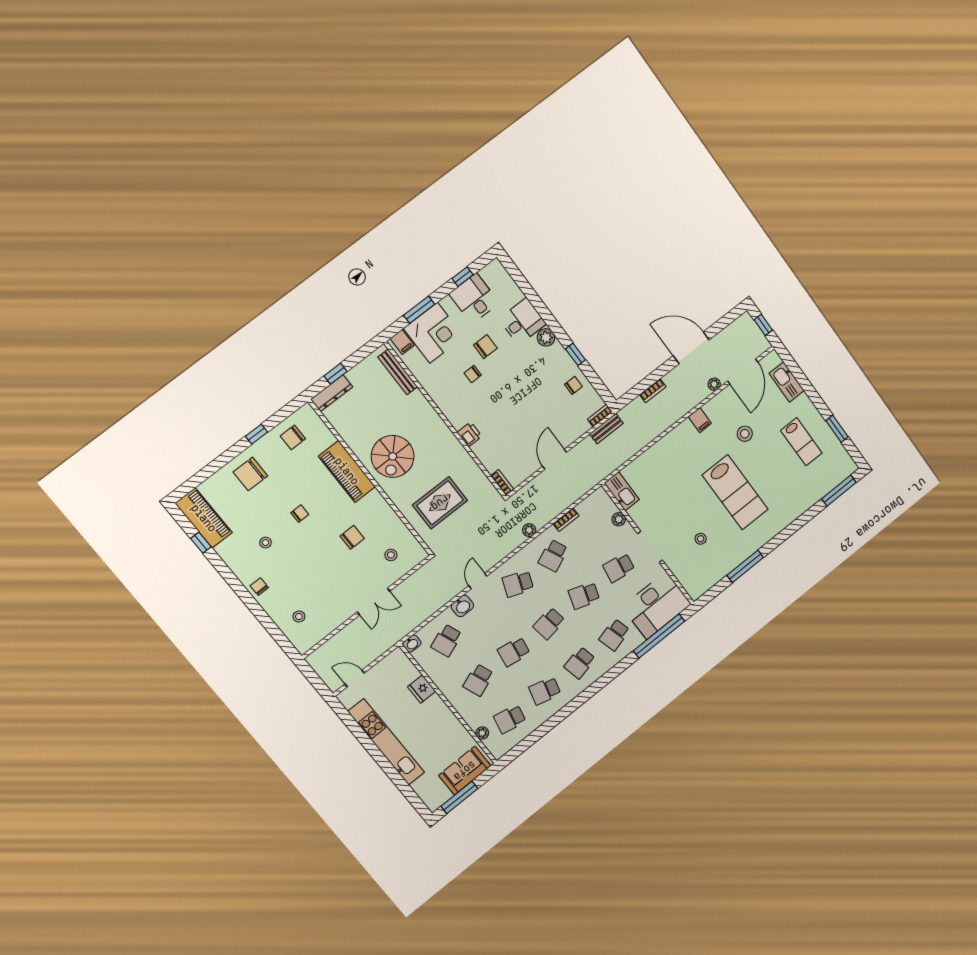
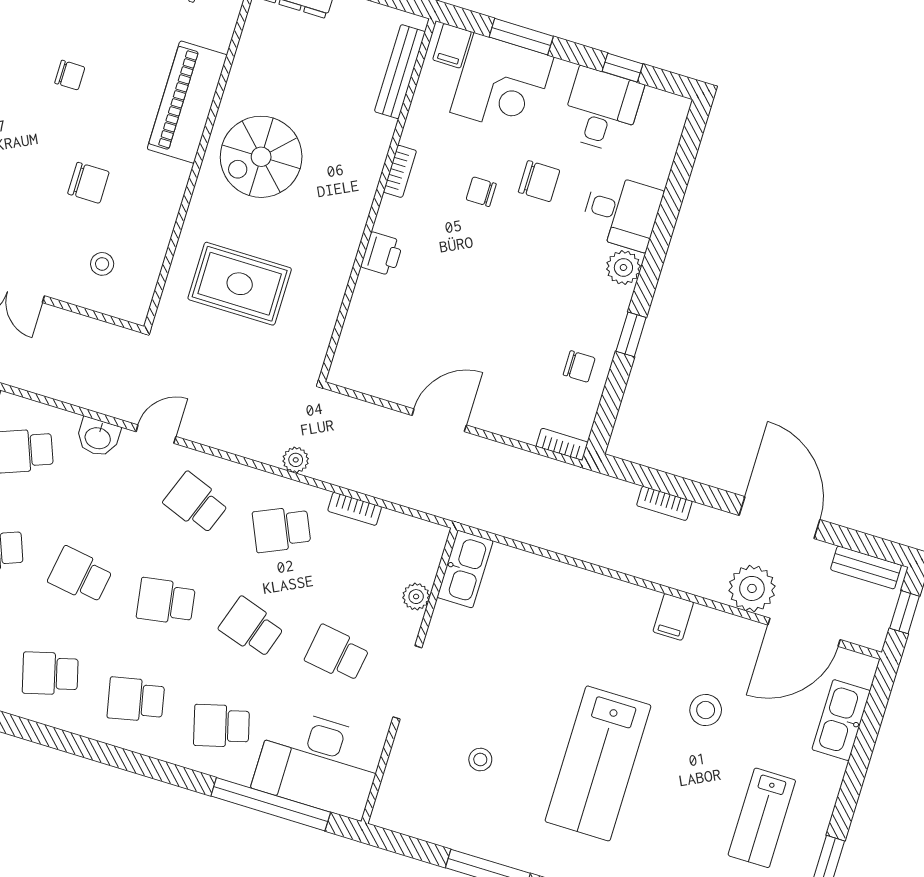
plant: (714, 384) -> (752, 588), width x1.87, depth x1.87
bench: (606, 429) -> (866, 567), moved
bookcase: (502, 483) -> (400, 171), moved
school desk: (545, 691) -> (50, 673), turned -30

